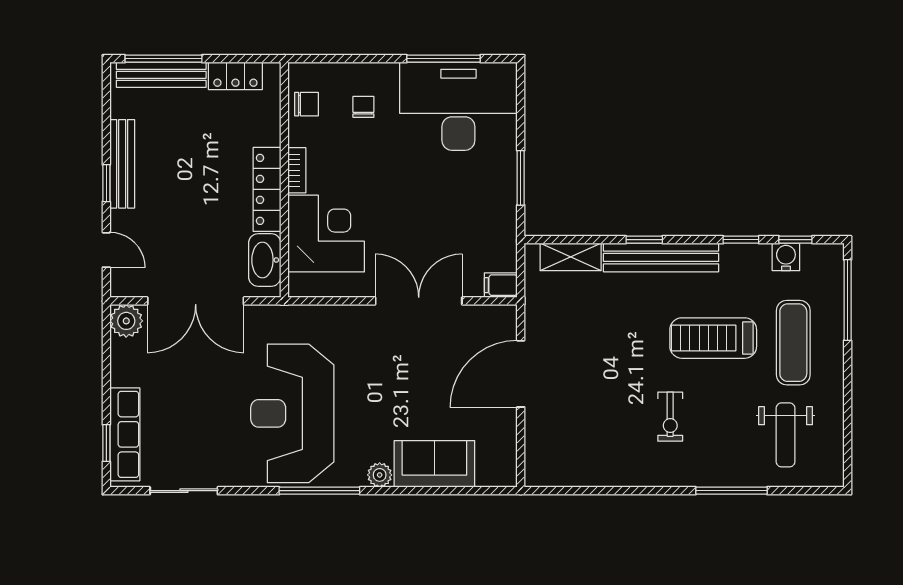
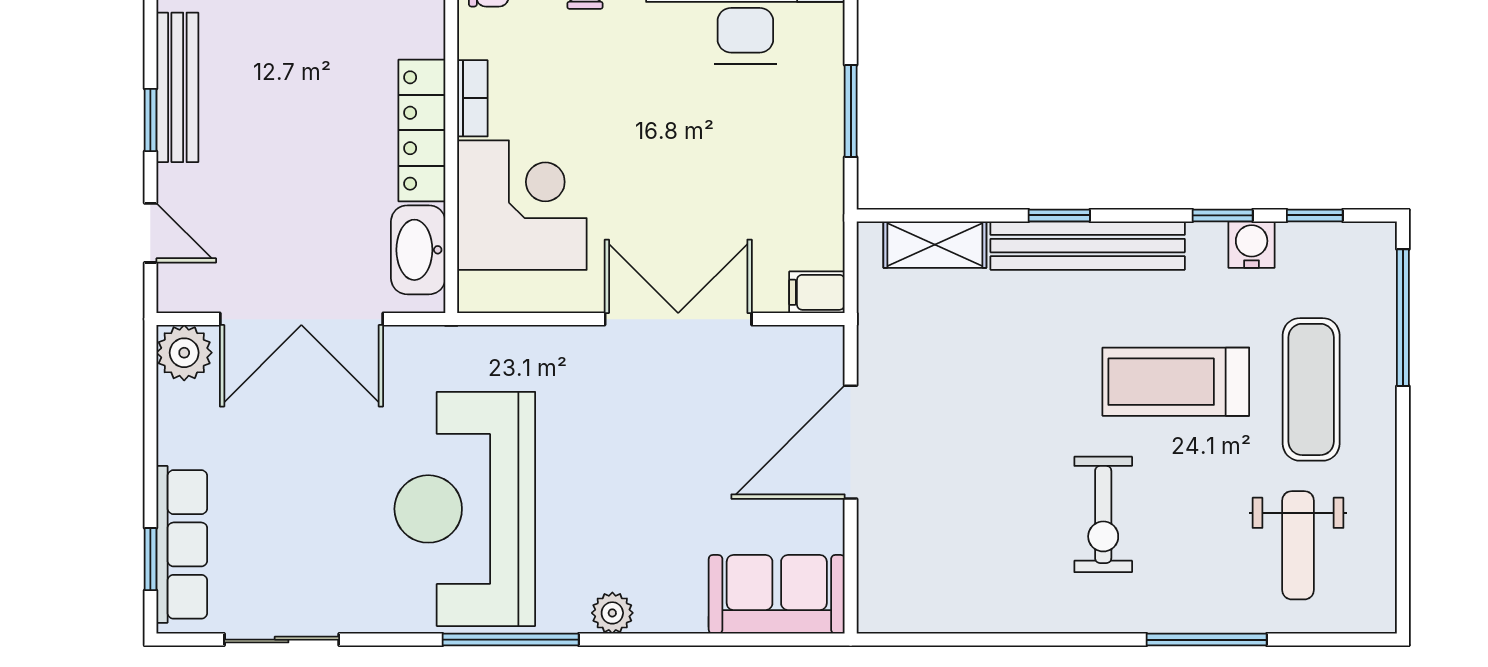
water cooler: (786, 257) -> (1252, 245), moved
exercise bike: (670, 417) -> (1103, 514), width x1.38, depth x1.39
sofa: (434, 464) -> (777, 594), moved

